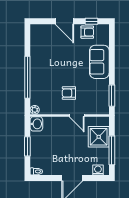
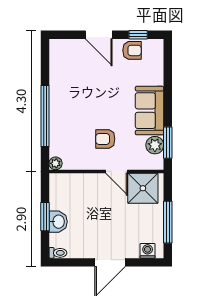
sofa: (99, 62) -> (150, 111), moved
plant: (103, 97) -> (155, 145), added
washbasin: (36, 124) -> (58, 222), moved
shower: (99, 137) -> (143, 188), moved

